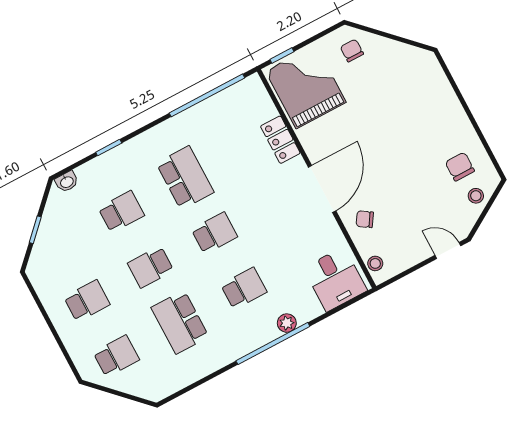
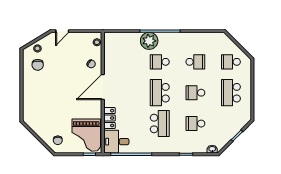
school desk: (185, 178) -> (160, 124), turned 180
school desk: (214, 233) -> (160, 93), width x1.85
door: (448, 250) -> (62, 31), hinge flipped
school desk: (151, 267) -> (195, 93), turned 180
desk: (335, 279) -> (116, 142), moved, turned -90
school desk: (87, 301) -> (231, 93), width x1.85
school desk: (180, 322) -> (195, 62), width x0.54
plant: (287, 323) -> (149, 41), width x1.88, depth x1.88

